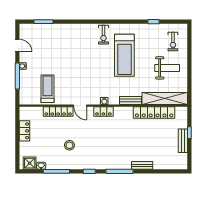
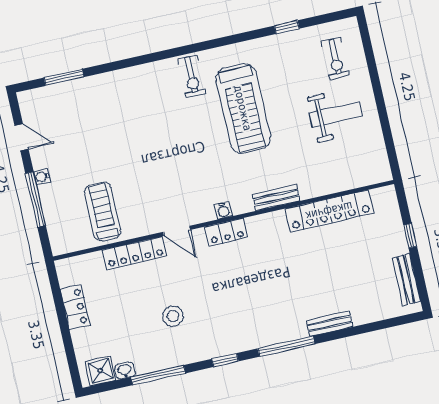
shelving: (165, 98) -> (345, 178), removed
bench: (183, 141) -> (406, 280), moved

